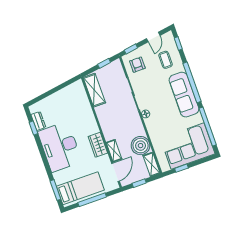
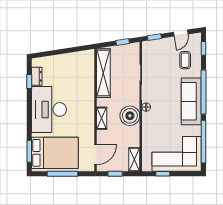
armchair: (137, 65) -> (155, 55), removed
shelving: (94, 90) -> (103, 73), width x1.47
wardrobe: (98, 145) -> (88, 121), removed
boiler: (141, 146) -> (130, 116), moved
shelving: (114, 151) -> (102, 118), moved
bed: (80, 188) -> (55, 153), width x1.50

